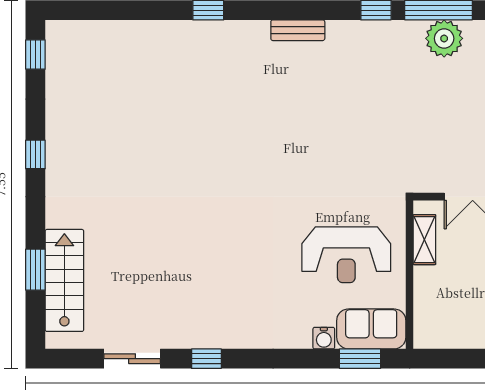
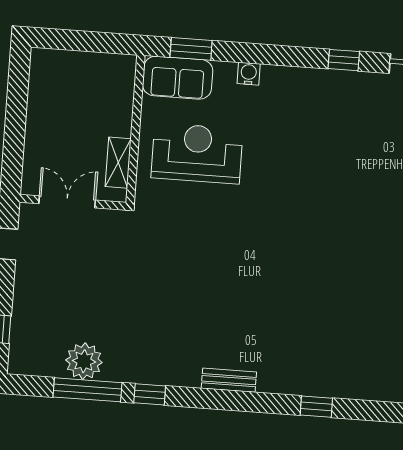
water cooler: (324, 338) -> (249, 74), moved

